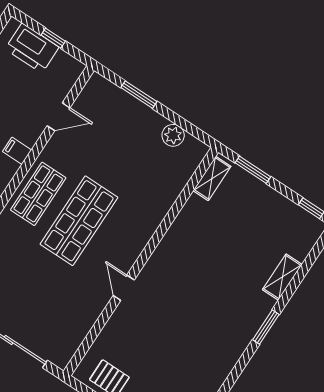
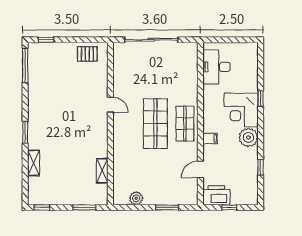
printer: (32, 48) -> (216, 195), moved
shelving: (212, 178) -> (102, 171), moved

